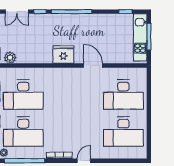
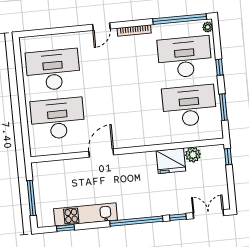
kitchen unit: (140, 37) -> (86, 214), moved, turned -90
fridge: (63, 55) -> (171, 161), moved
plant: (10, 58) -> (193, 155), moved
door: (93, 65) -> (101, 153), swing flipped

